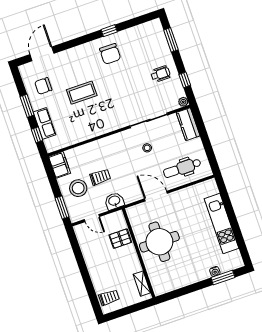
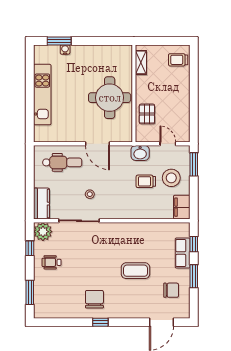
window: (109, 31) -> (100, 322), moved
plant: (183, 102) -> (43, 232), width x1.88, depth x1.88
pallet: (120, 239) -> (147, 114), turned 90

